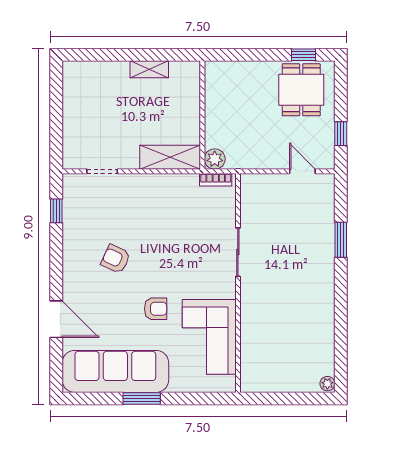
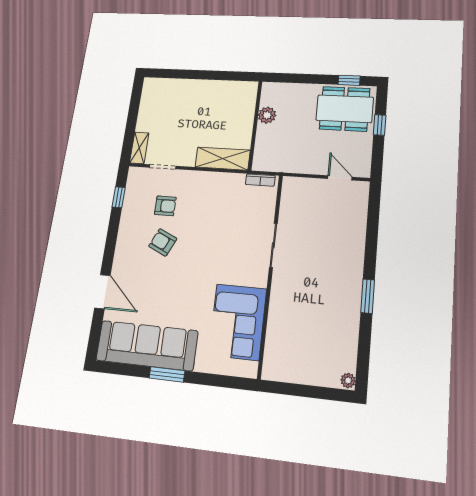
shelving: (149, 69) -> (139, 148), moved, turned 90
dining table: (301, 90) -> (345, 109), width x1.38
window: (341, 134) -> (380, 125), moved
plant: (215, 159) -> (267, 115), moved
window: (341, 240) -> (368, 296), moved
armchair: (156, 309) -> (165, 206), moved

